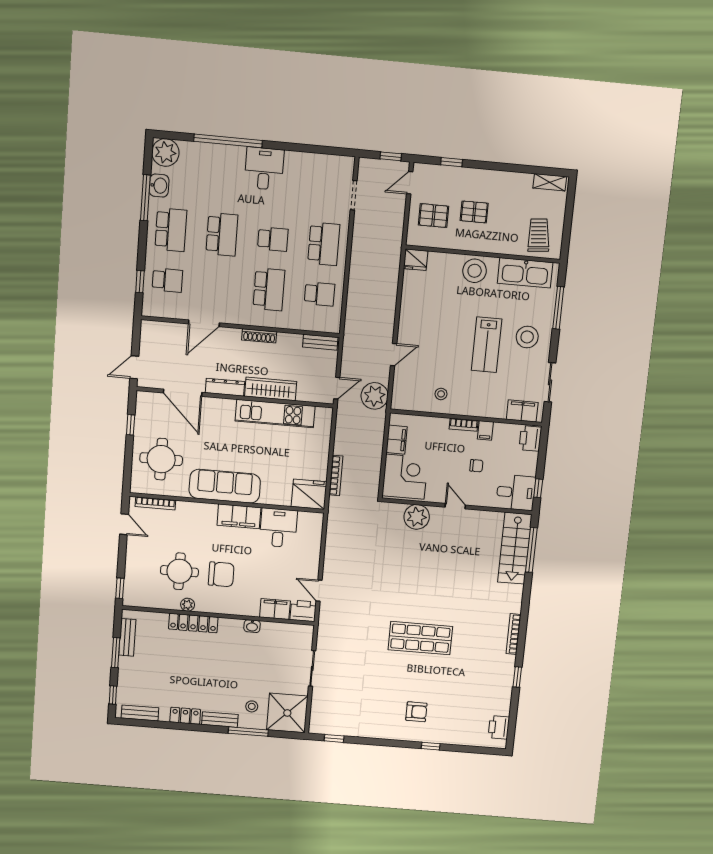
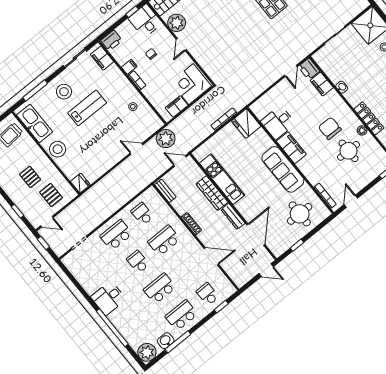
plant: (417, 517) -> (177, 23), moved

